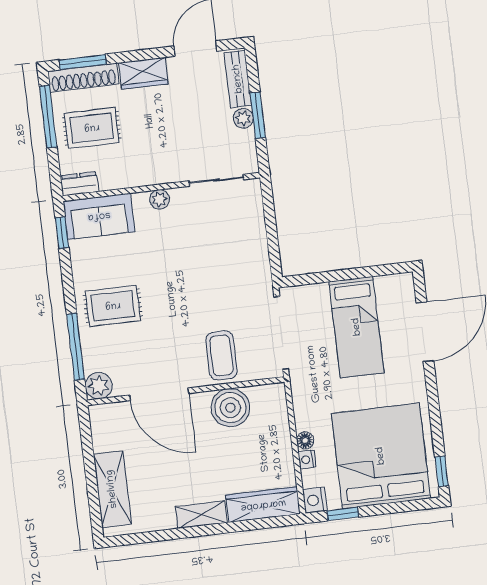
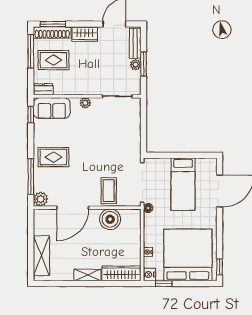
door: (159, 394) -> (73, 208), hinge flipped
floor lamp: (305, 440) -> (148, 208), moved

